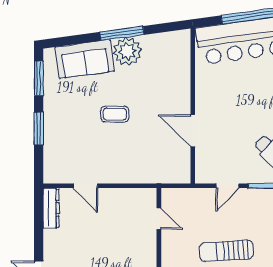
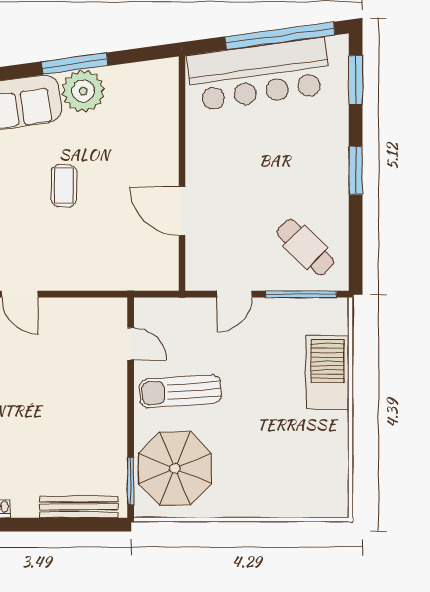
coffee table: (115, 114) -> (64, 186), turned 90
sun lounger: (226, 251) -> (180, 391), moved

